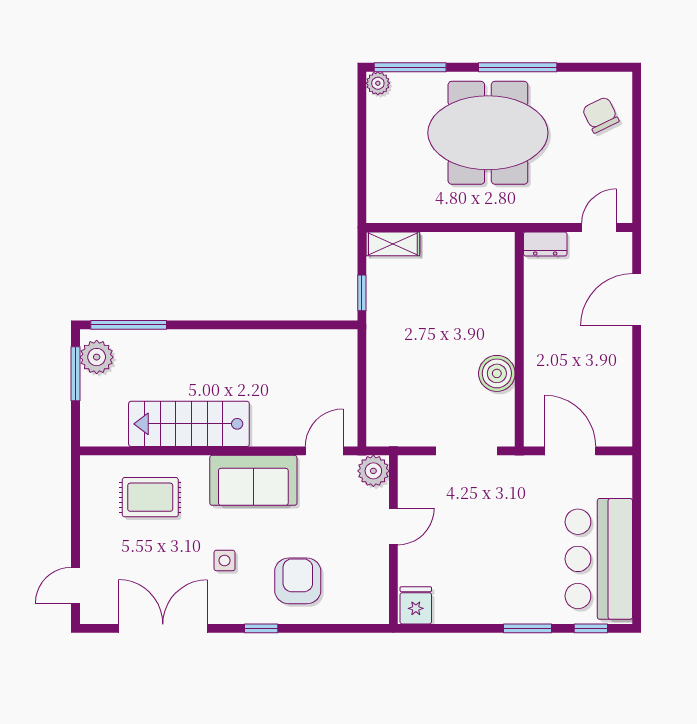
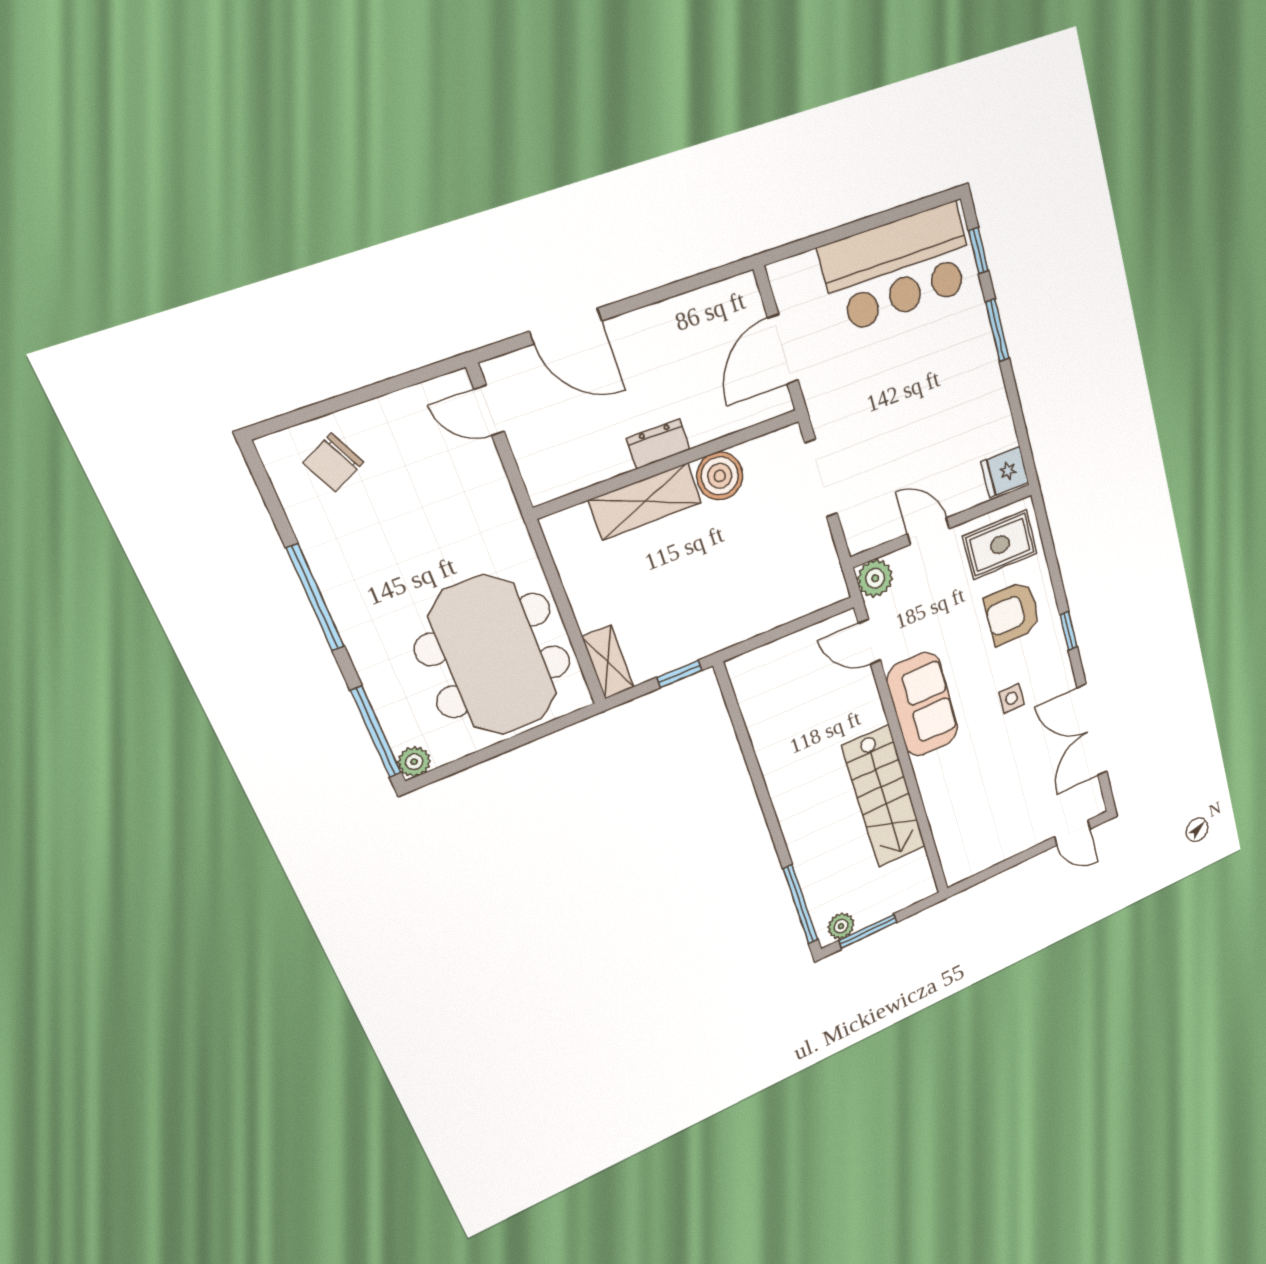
meeting table: (488, 133) -> (493, 656), moved
dresser: (545, 244) -> (658, 444), moved, turned -90
shelving: (499, 312) -> (645, 501), added
plant: (97, 357) -> (841, 926), width x0.73, depth x0.73
rug: (150, 497) -> (1000, 545), moved, turned 90

